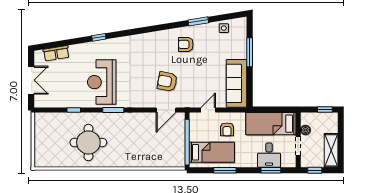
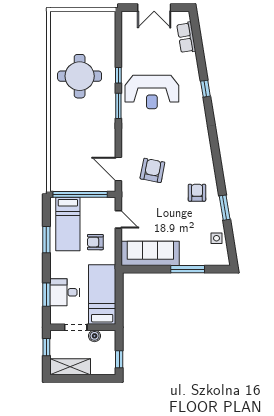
reception desk: (102, 82) -> (152, 92), turned 180
window: (74, 110) -> (118, 75), moved

